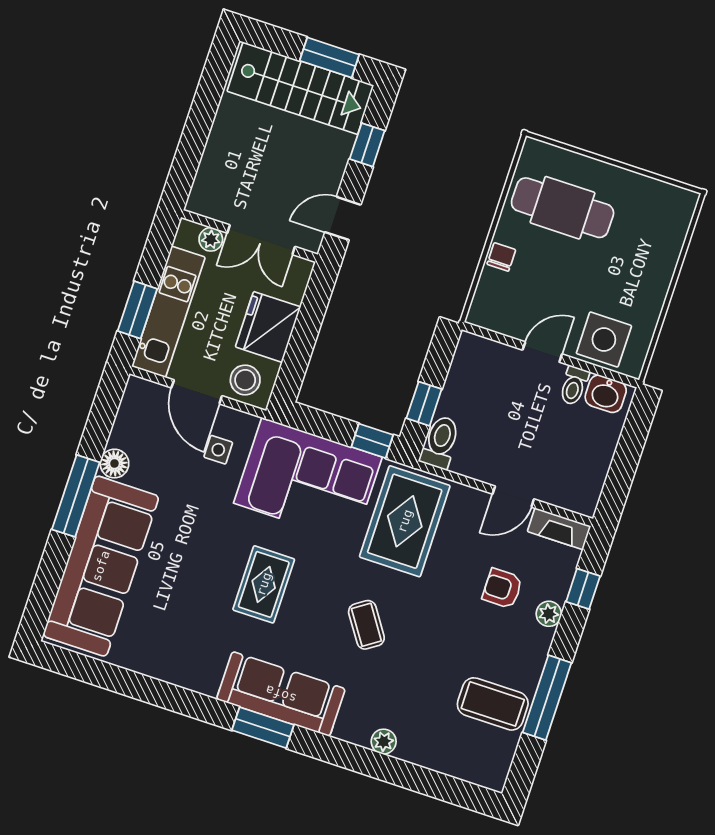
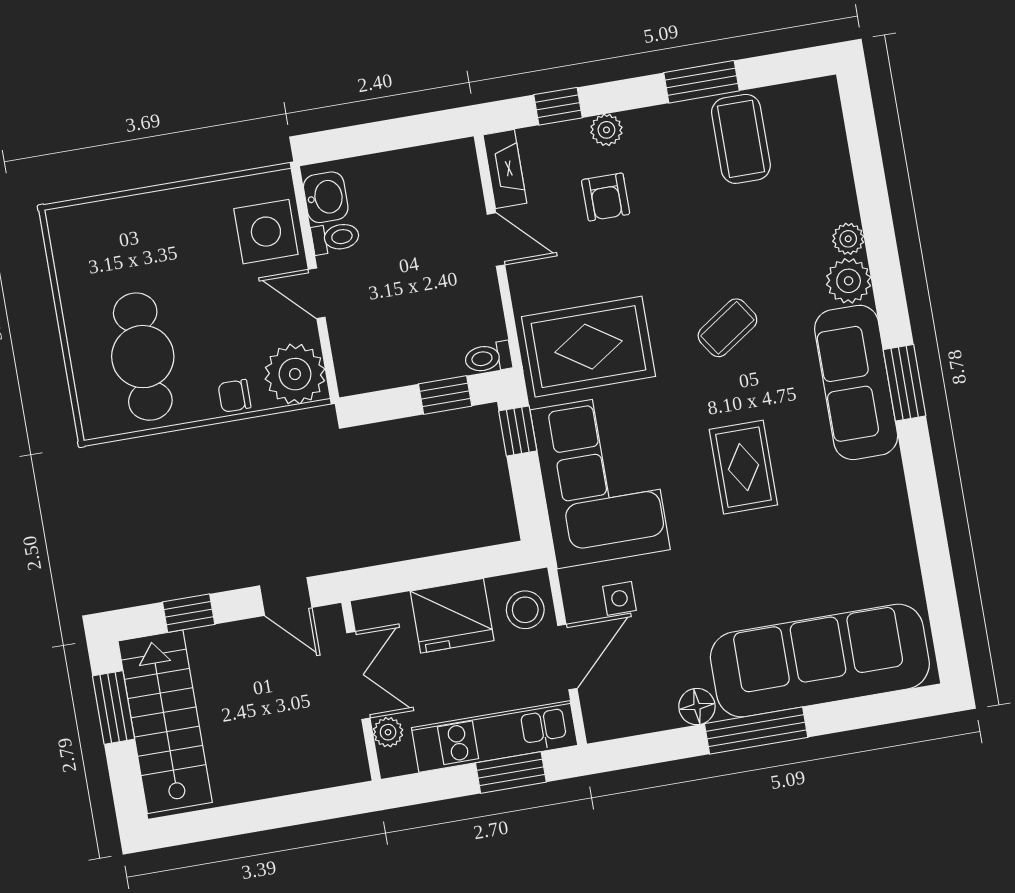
plant: (494, 307) -> (295, 374), added
toilet: (440, 442) -> (488, 358), width x0.73, depth x0.72
rug: (264, 584) -> (743, 467), turned 90
window: (547, 698) -> (701, 82), width x0.69
plant: (354, 726) -> (849, 281), added

